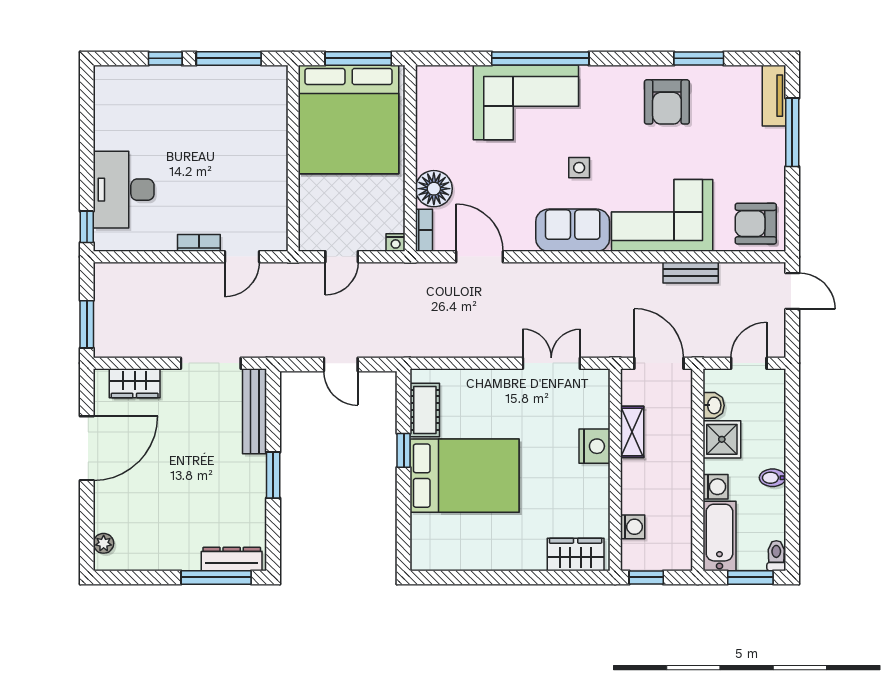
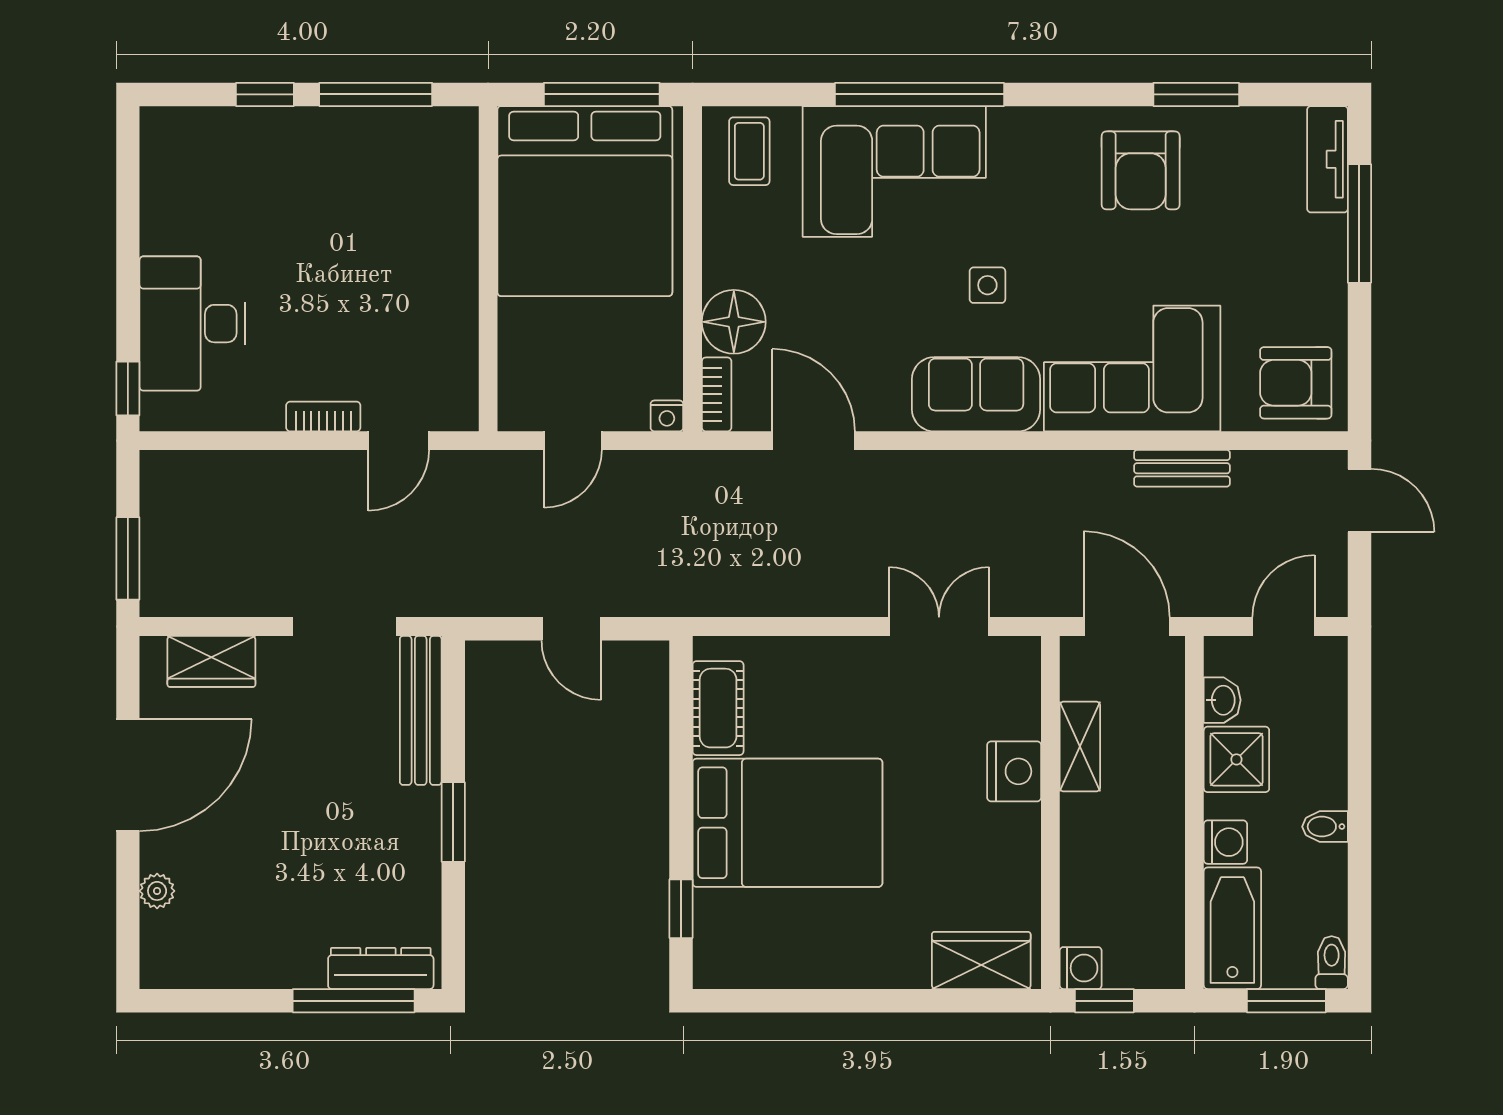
coffee table: (443, 91) -> (749, 151), added
window: (404, 450) -> (681, 909), moved
washing machine: (633, 527) -> (1081, 968), moved
plant: (104, 543) -> (157, 891), moved

